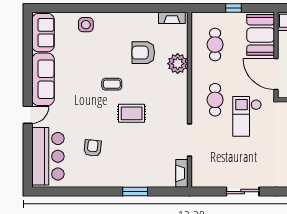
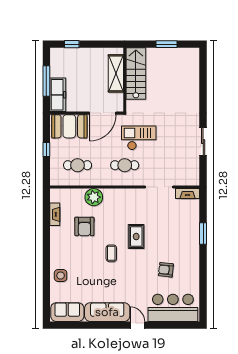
fireplace: (172, 18) -> (55, 214), moved
checkout: (247, 116) -> (139, 138), turned 180

